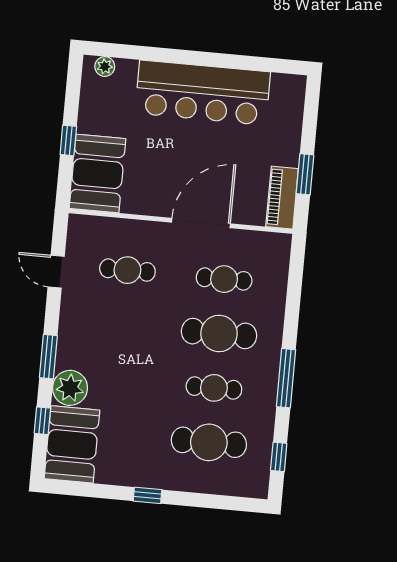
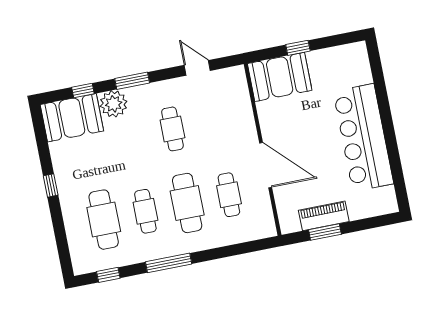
plant: (105, 66) -> (361, 59), removed
piano: (282, 198) -> (324, 216), moved
cafe table: (127, 270) -> (172, 129), moved
door: (56, 272) -> (197, 68), hinge flipped

